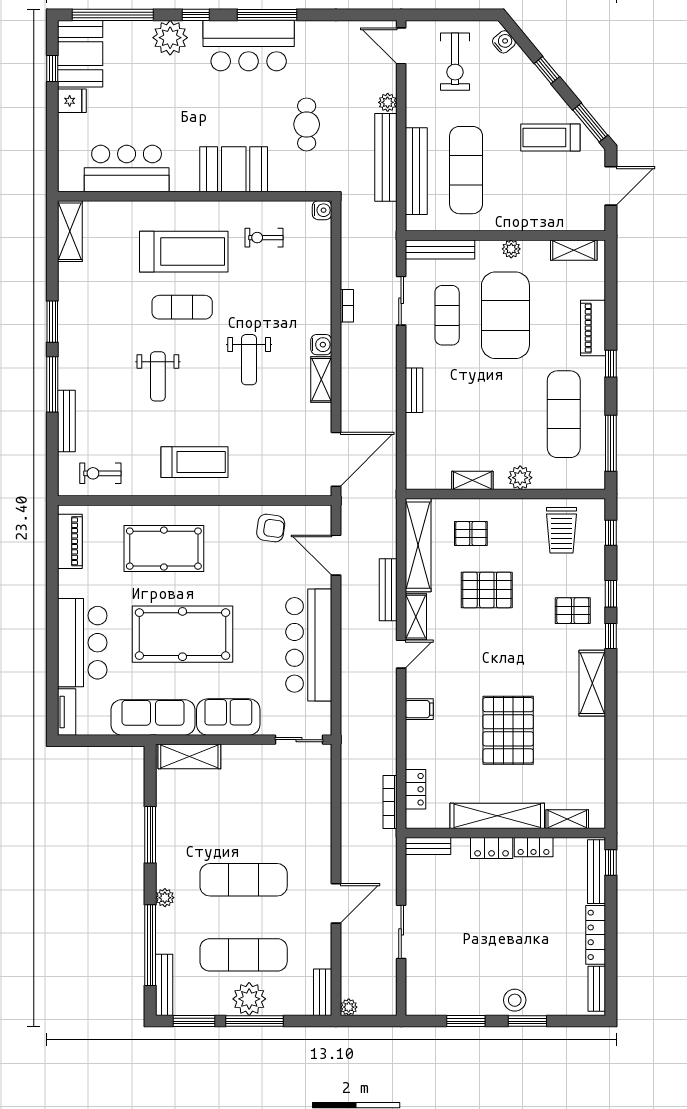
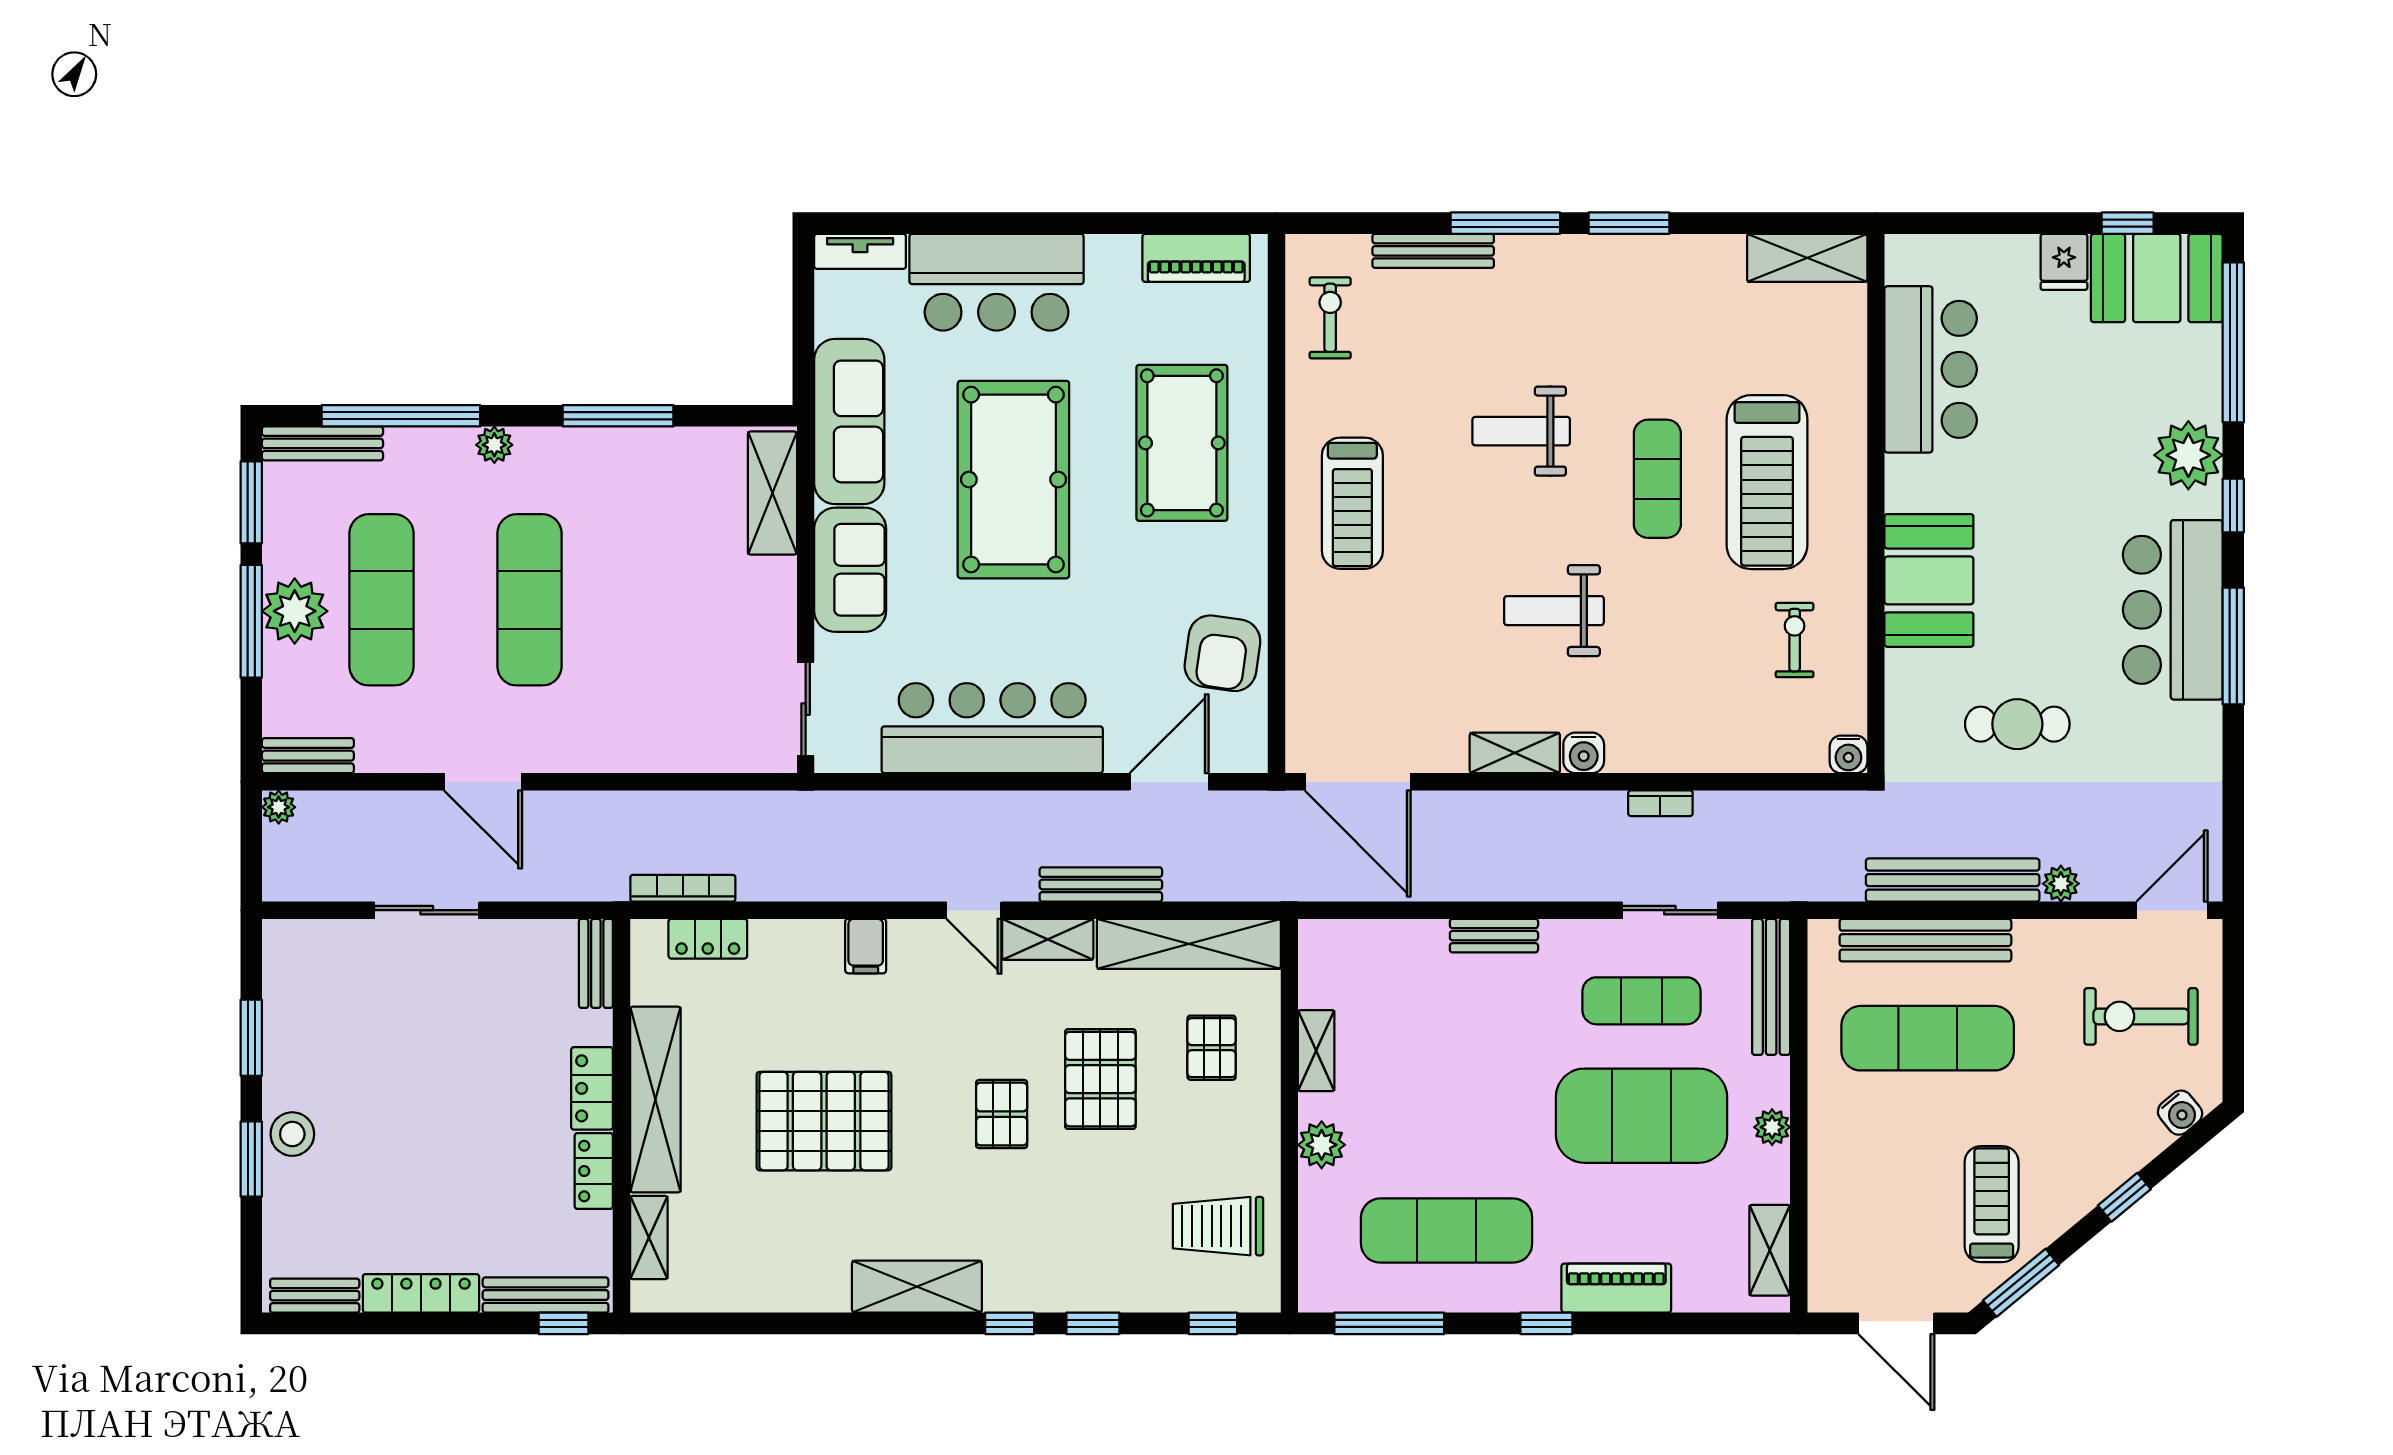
armchair: (271, 528) -> (1222, 653), width x1.38, depth x1.38
pallet: (573, 611) -> (1002, 1114), moved

